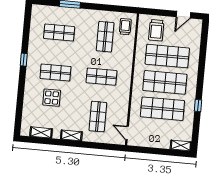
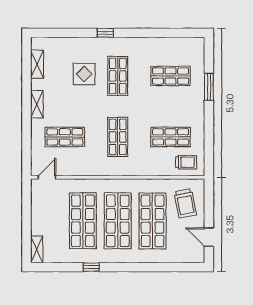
trolley: (156, 30) -> (185, 203), turned -101
shop shelf: (59, 33) -> (171, 76), turned 90
window: (24, 60) -> (105, 33), moved

